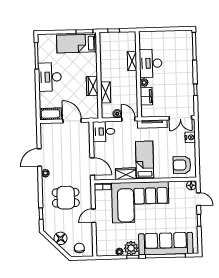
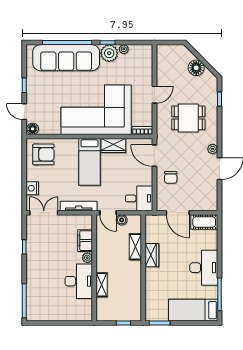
bed: (77, 44) -> (193, 310), moved, turned 180
chair: (79, 248) -> (171, 177), moved

